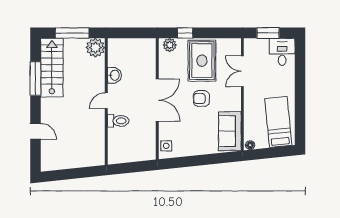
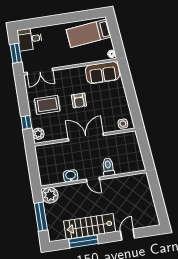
rug: (202, 61) -> (47, 105), width x0.73, depth x0.70
stairs: (52, 68) -> (90, 226), moved
double door: (242, 71) -> (40, 71), moved

